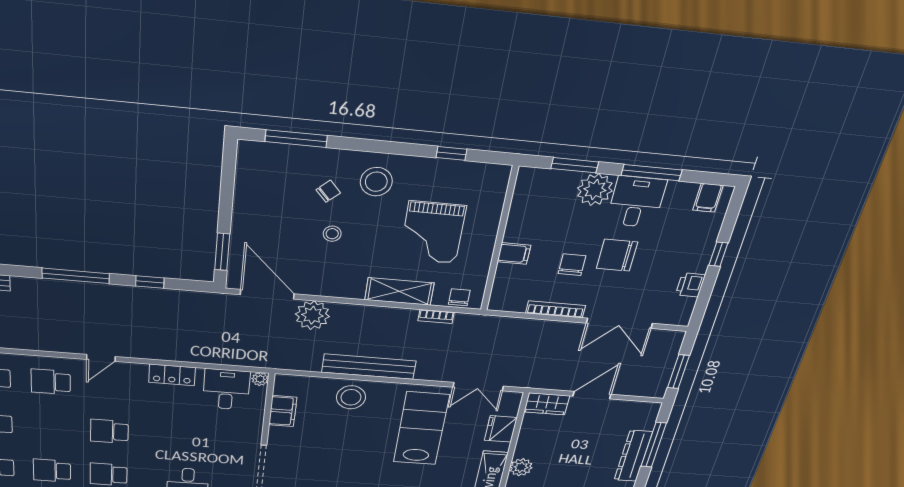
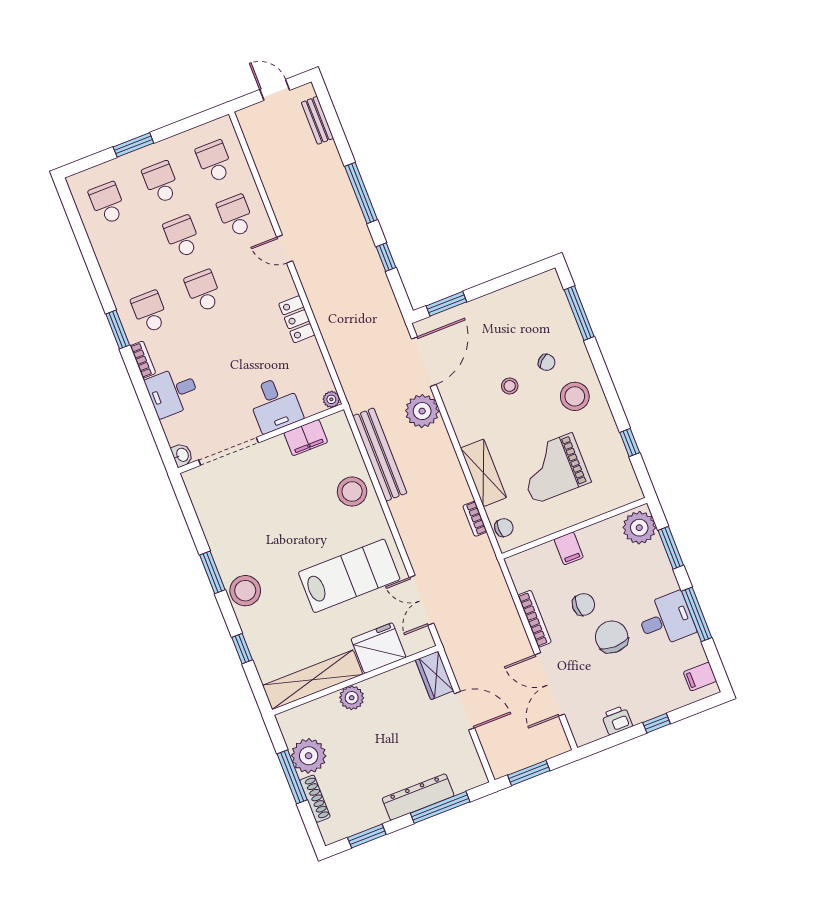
plant: (595, 190) -> (639, 528), moved
bench: (369, 367) -> (380, 454), moved
desk: (226, 389) -> (275, 404), moved, turned 90
fridge: (501, 429) -> (379, 648), width x1.36, depth x1.34
school desk: (52, 471) -> (182, 237), moved

